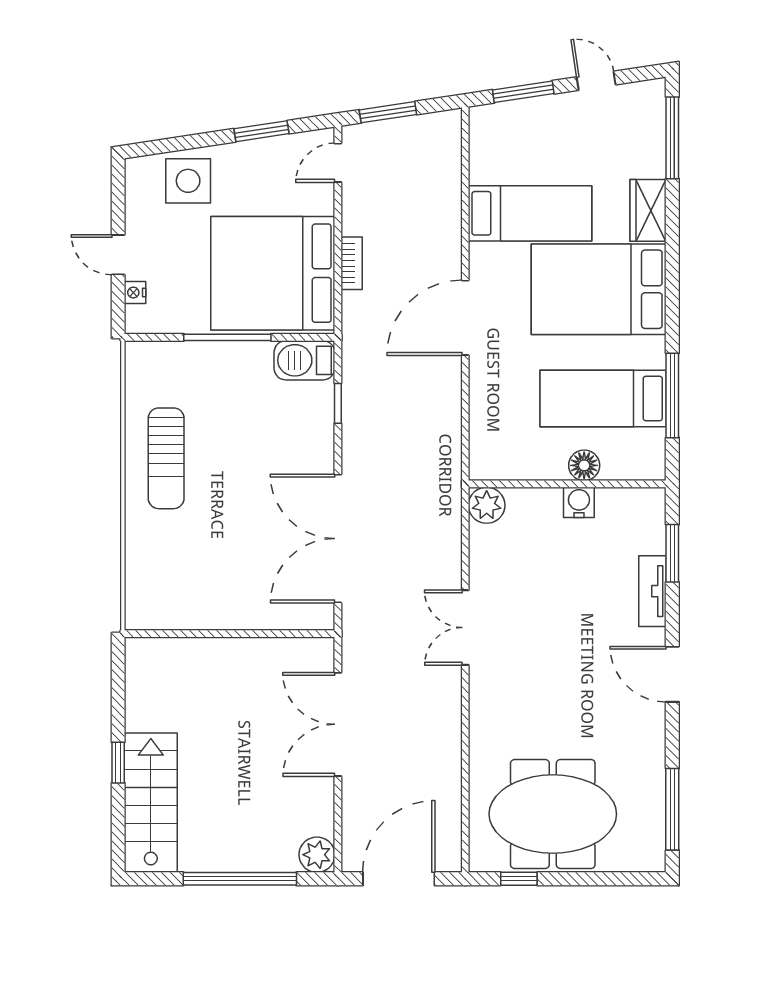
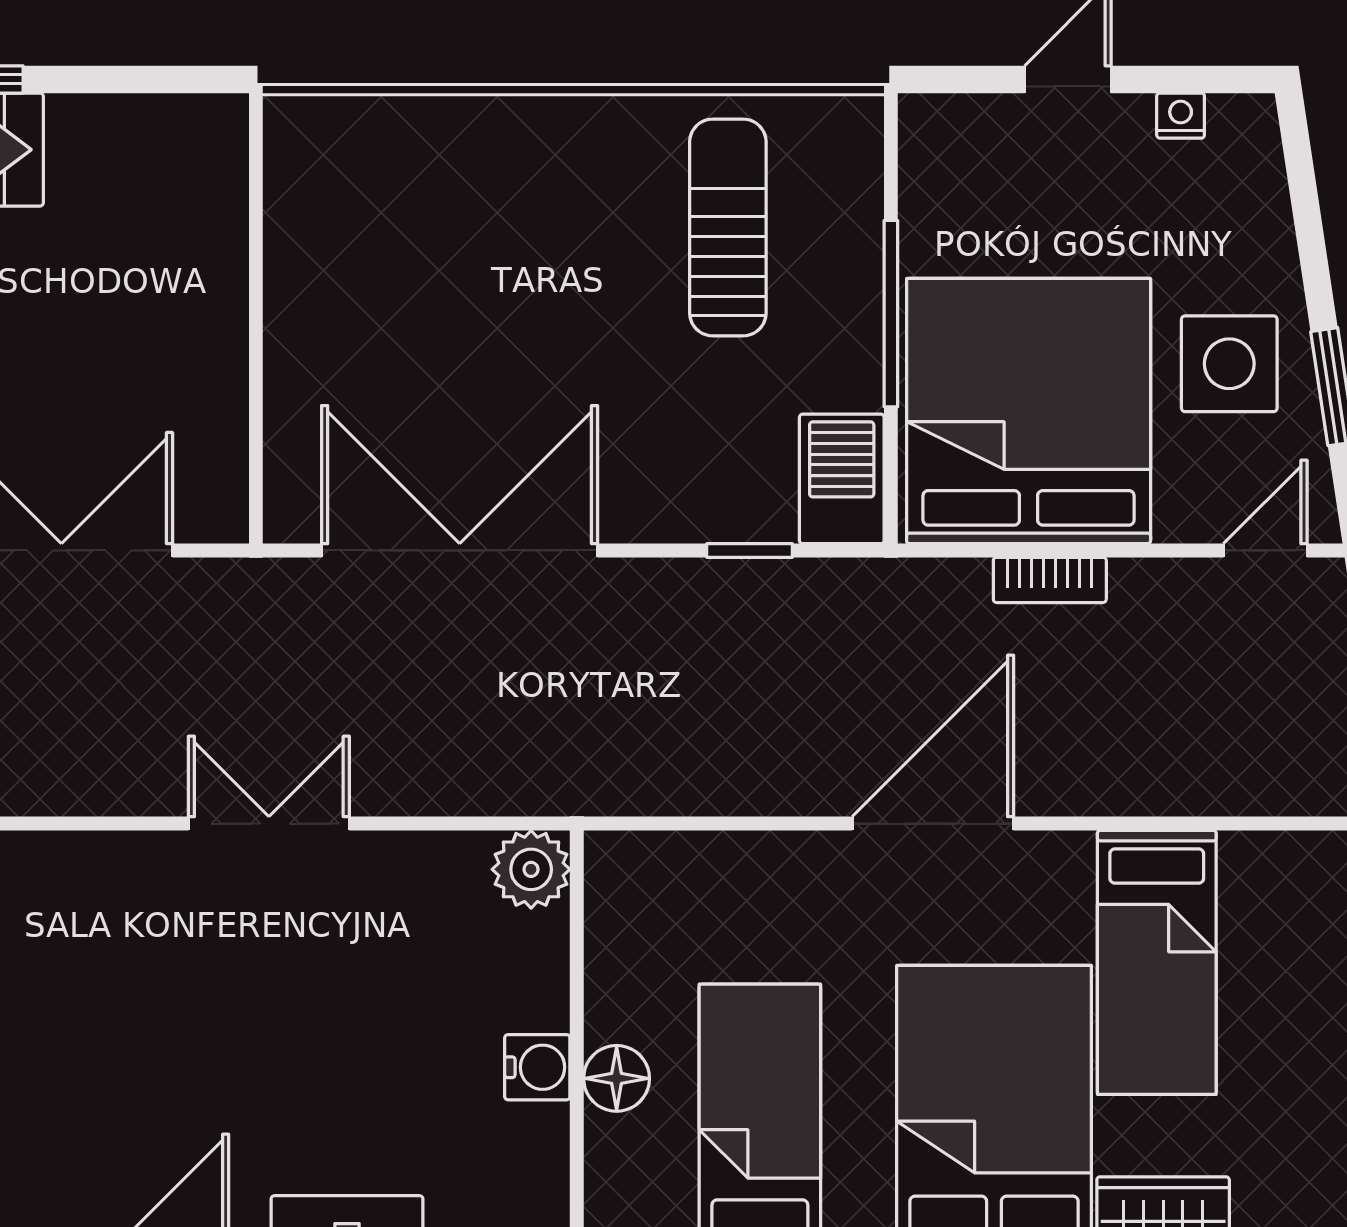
door: (338, 163) -> (1265, 550), hinge flipped
side table: (188, 181) -> (1229, 364), moved
nightstand: (135, 293) -> (1181, 116), moved
door: (465, 318) -> (933, 824), hinge flipped
sun lounger: (166, 458) -> (728, 227), moved, turned 90

